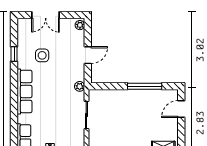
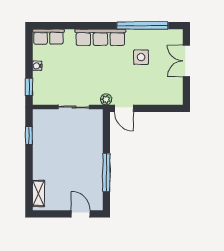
plant: (80, 25) -> (175, 100), removed
window: (14, 54) -> (143, 26), width x3.17
door: (88, 55) -> (124, 108), moved

